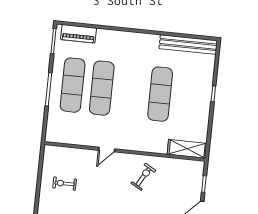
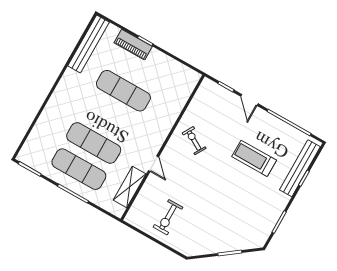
piano: (79, 34) -> (133, 45), moved, turned 90
shelving: (187, 149) -> (130, 187), moved
exercise bike: (65, 184) -> (168, 217), width x1.38, depth x1.39

